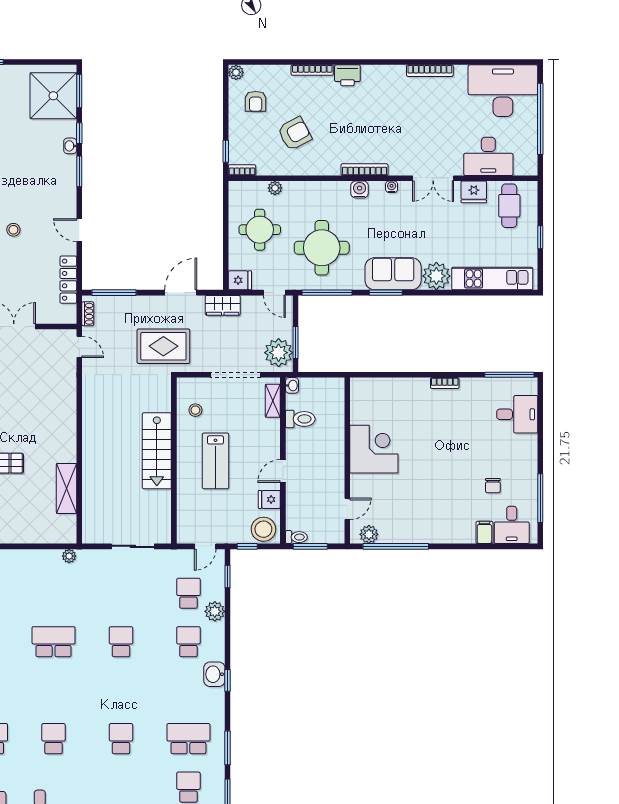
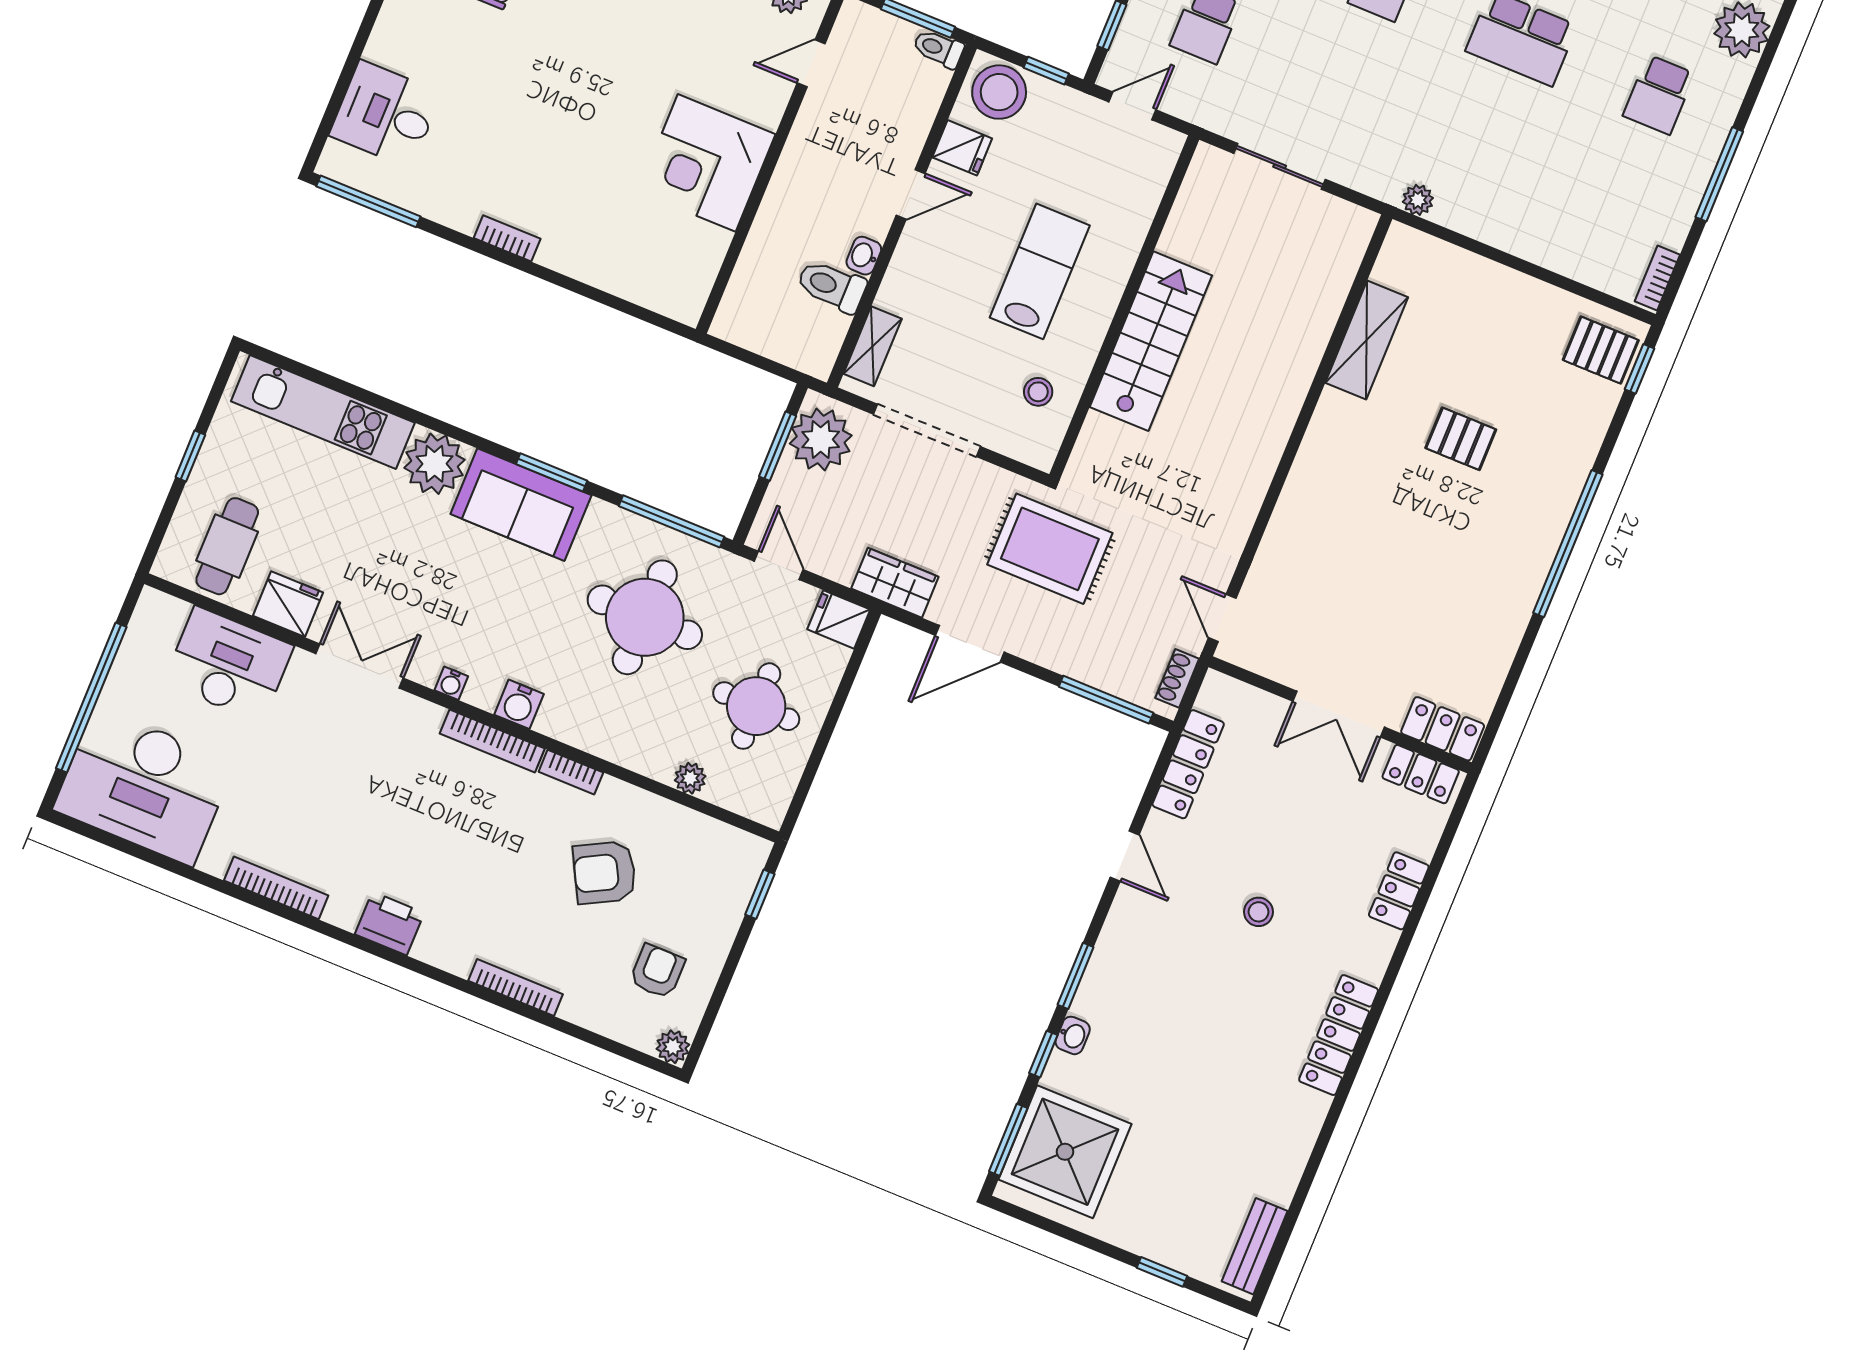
printer: (347, 75) -> (390, 924), moved
bookcase: (242, 170) -> (571, 772), moved
washbasin: (292, 385) -> (864, 256), moved

